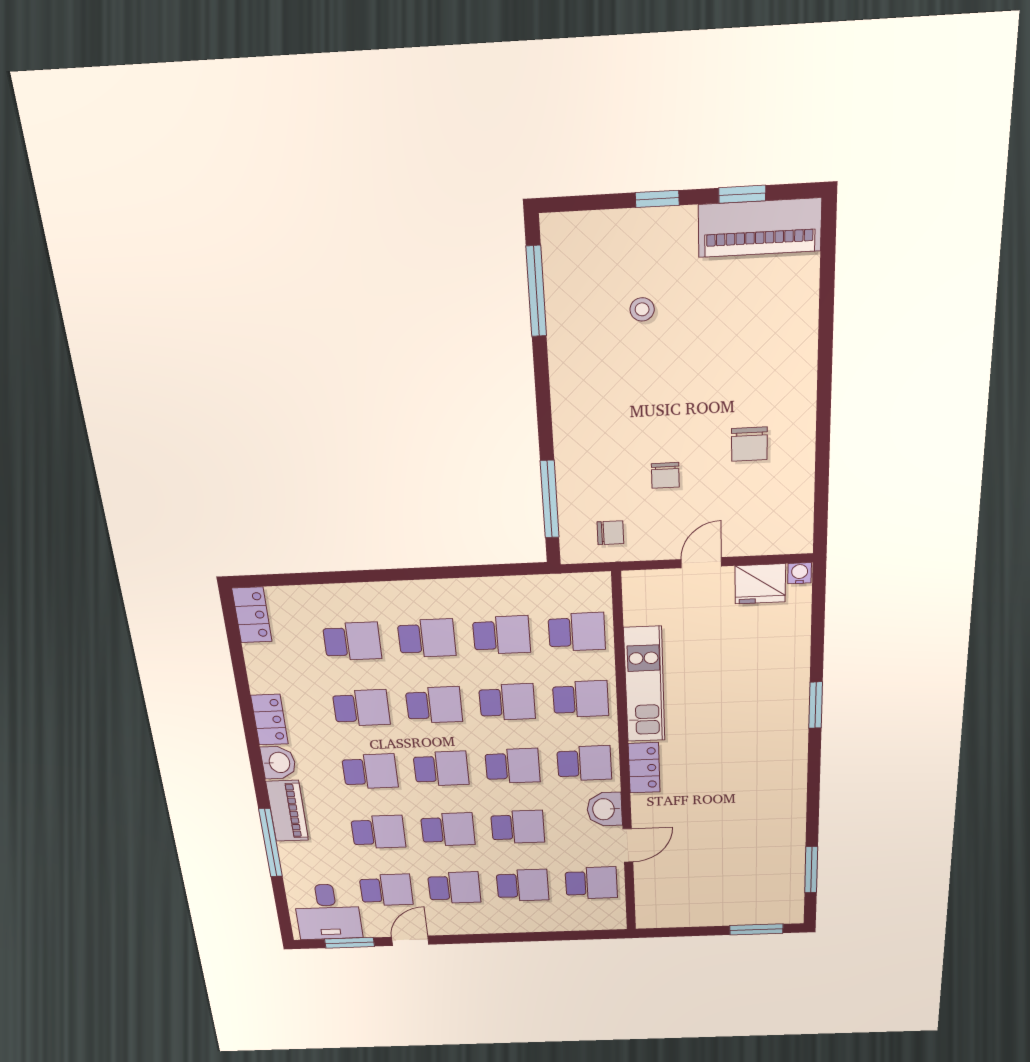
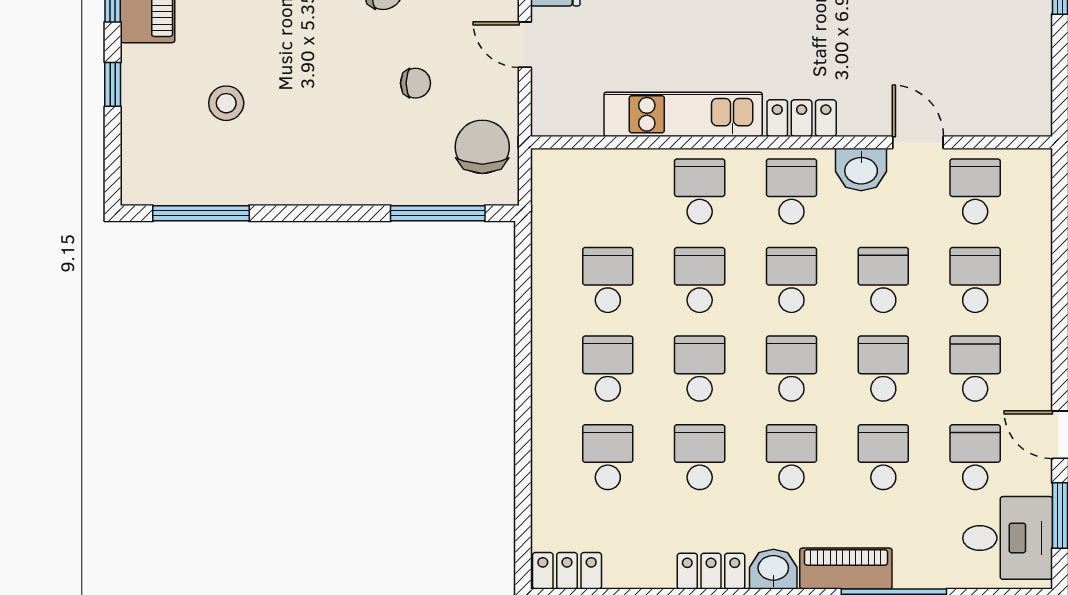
stool: (642, 309) -> (226, 103), width x1.37, depth x1.37
chair: (610, 533) -> (482, 147), width x1.87, depth x1.87
school desk: (577, 632) -> (608, 191), removed

